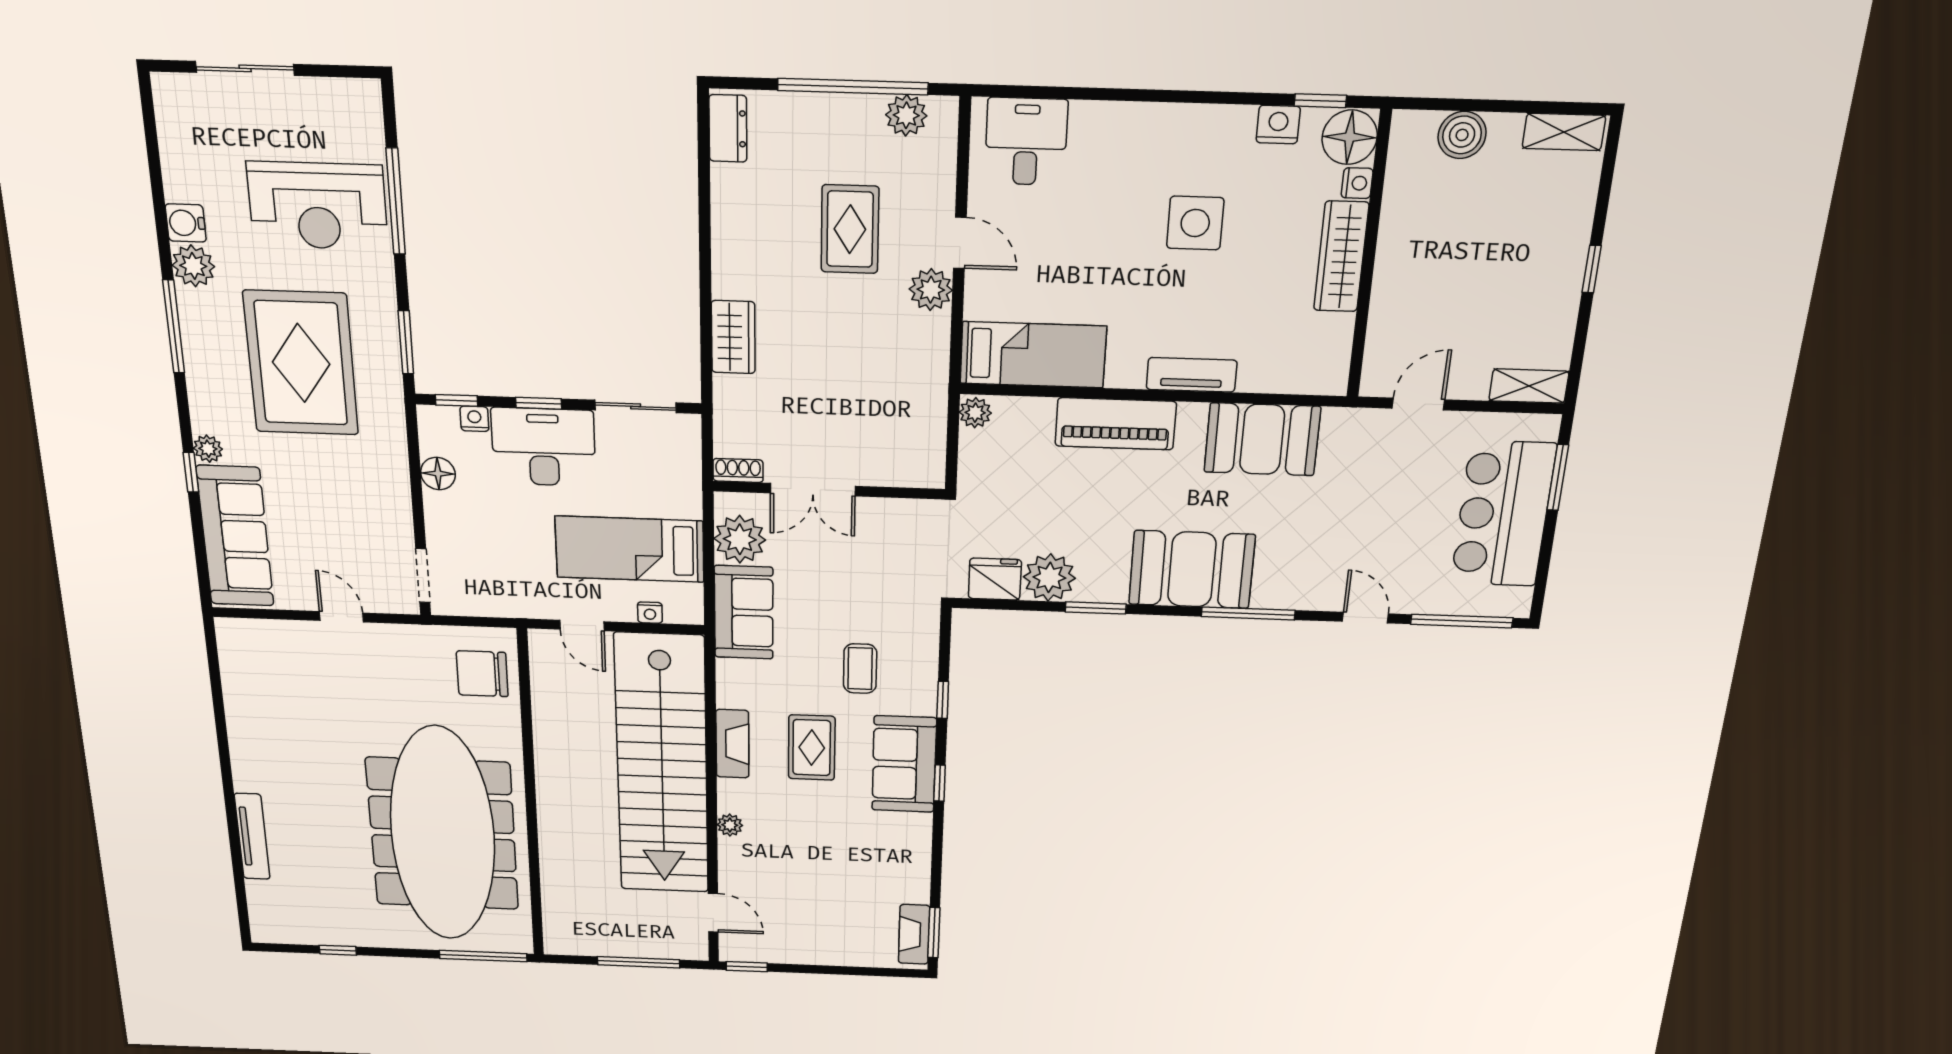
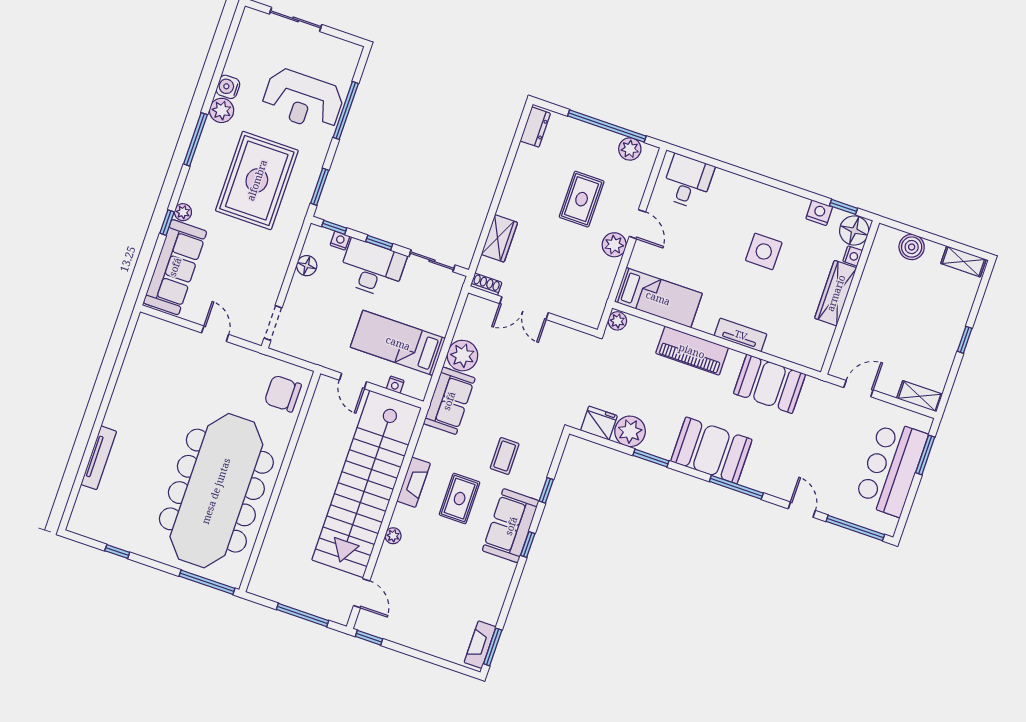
shoe rack: (738, 470) -> (486, 284), moved
double door: (813, 490) -> (524, 308), moved
wall: (829, 490) -> (533, 311), moved

